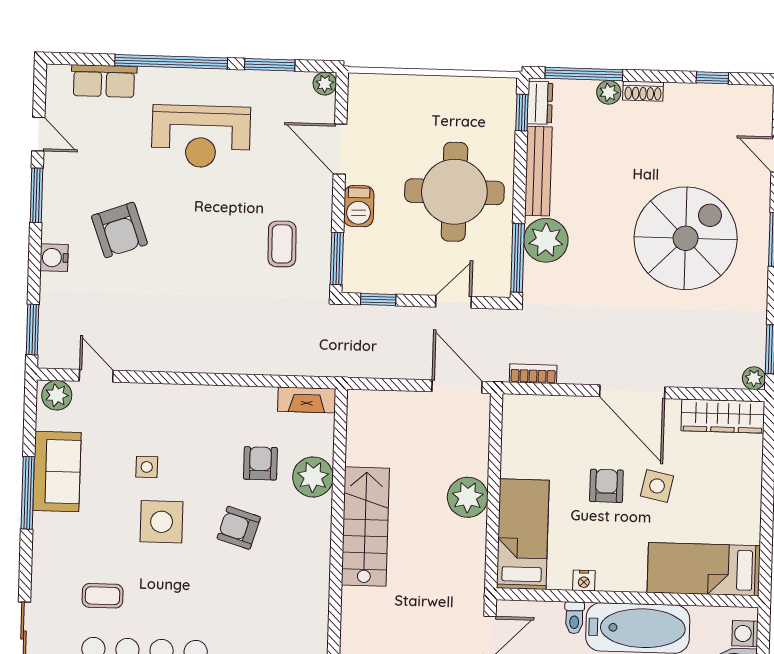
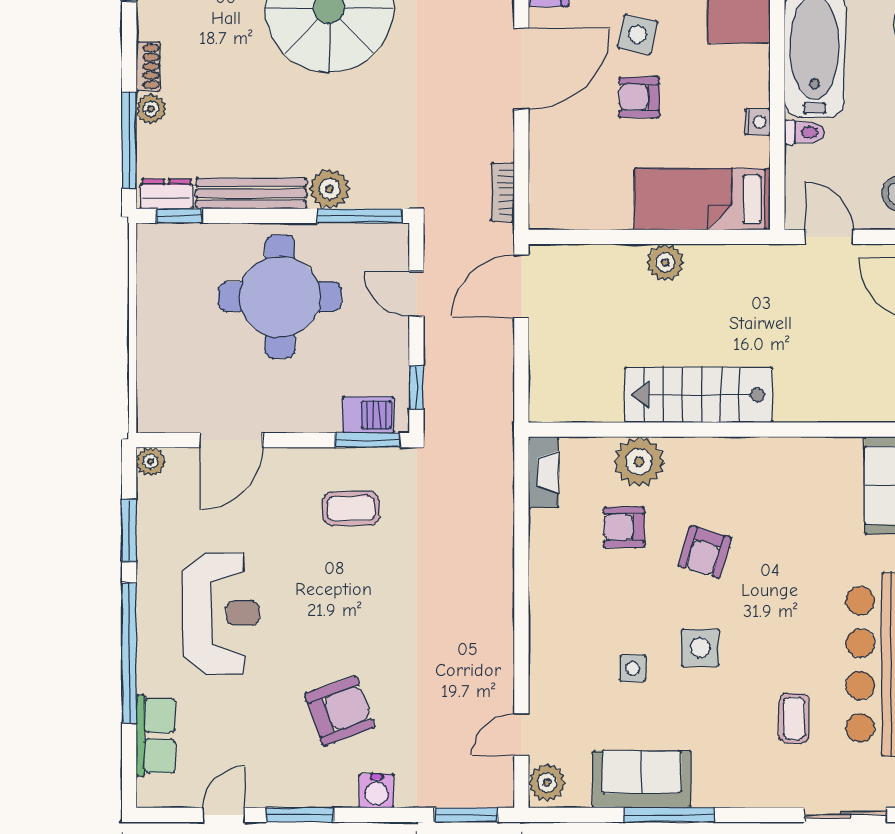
barbecue: (359, 206) -> (368, 415), moved
plant: (546, 240) -> (329, 189), width x0.73, depth x0.73
plant: (468, 497) -> (665, 262), width x0.73, depth x0.73
side table: (162, 522) -> (700, 648), width x0.73, depth x0.73

